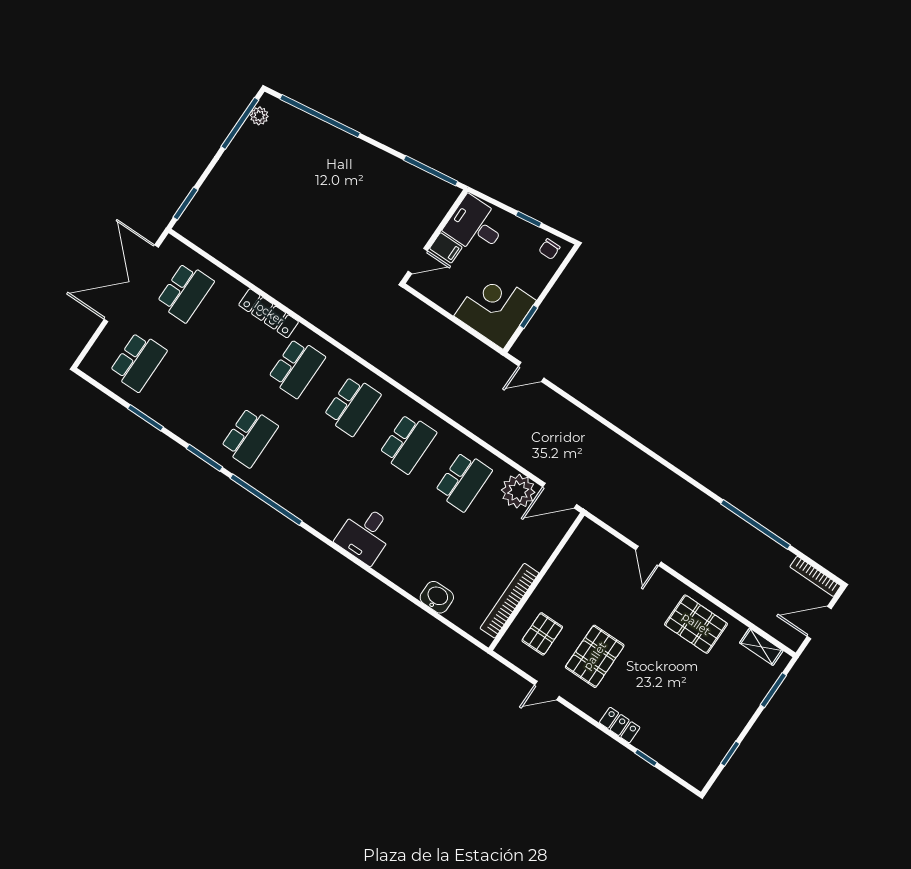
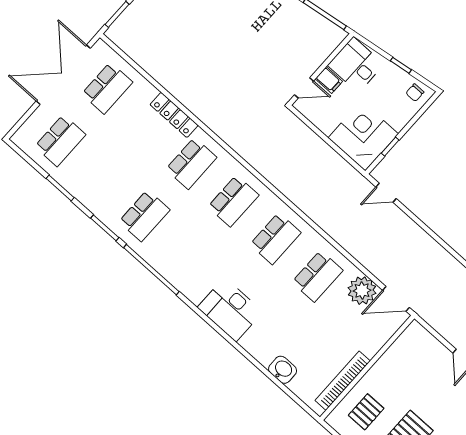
desk: (365, 534) -> (230, 310), width x1.37

